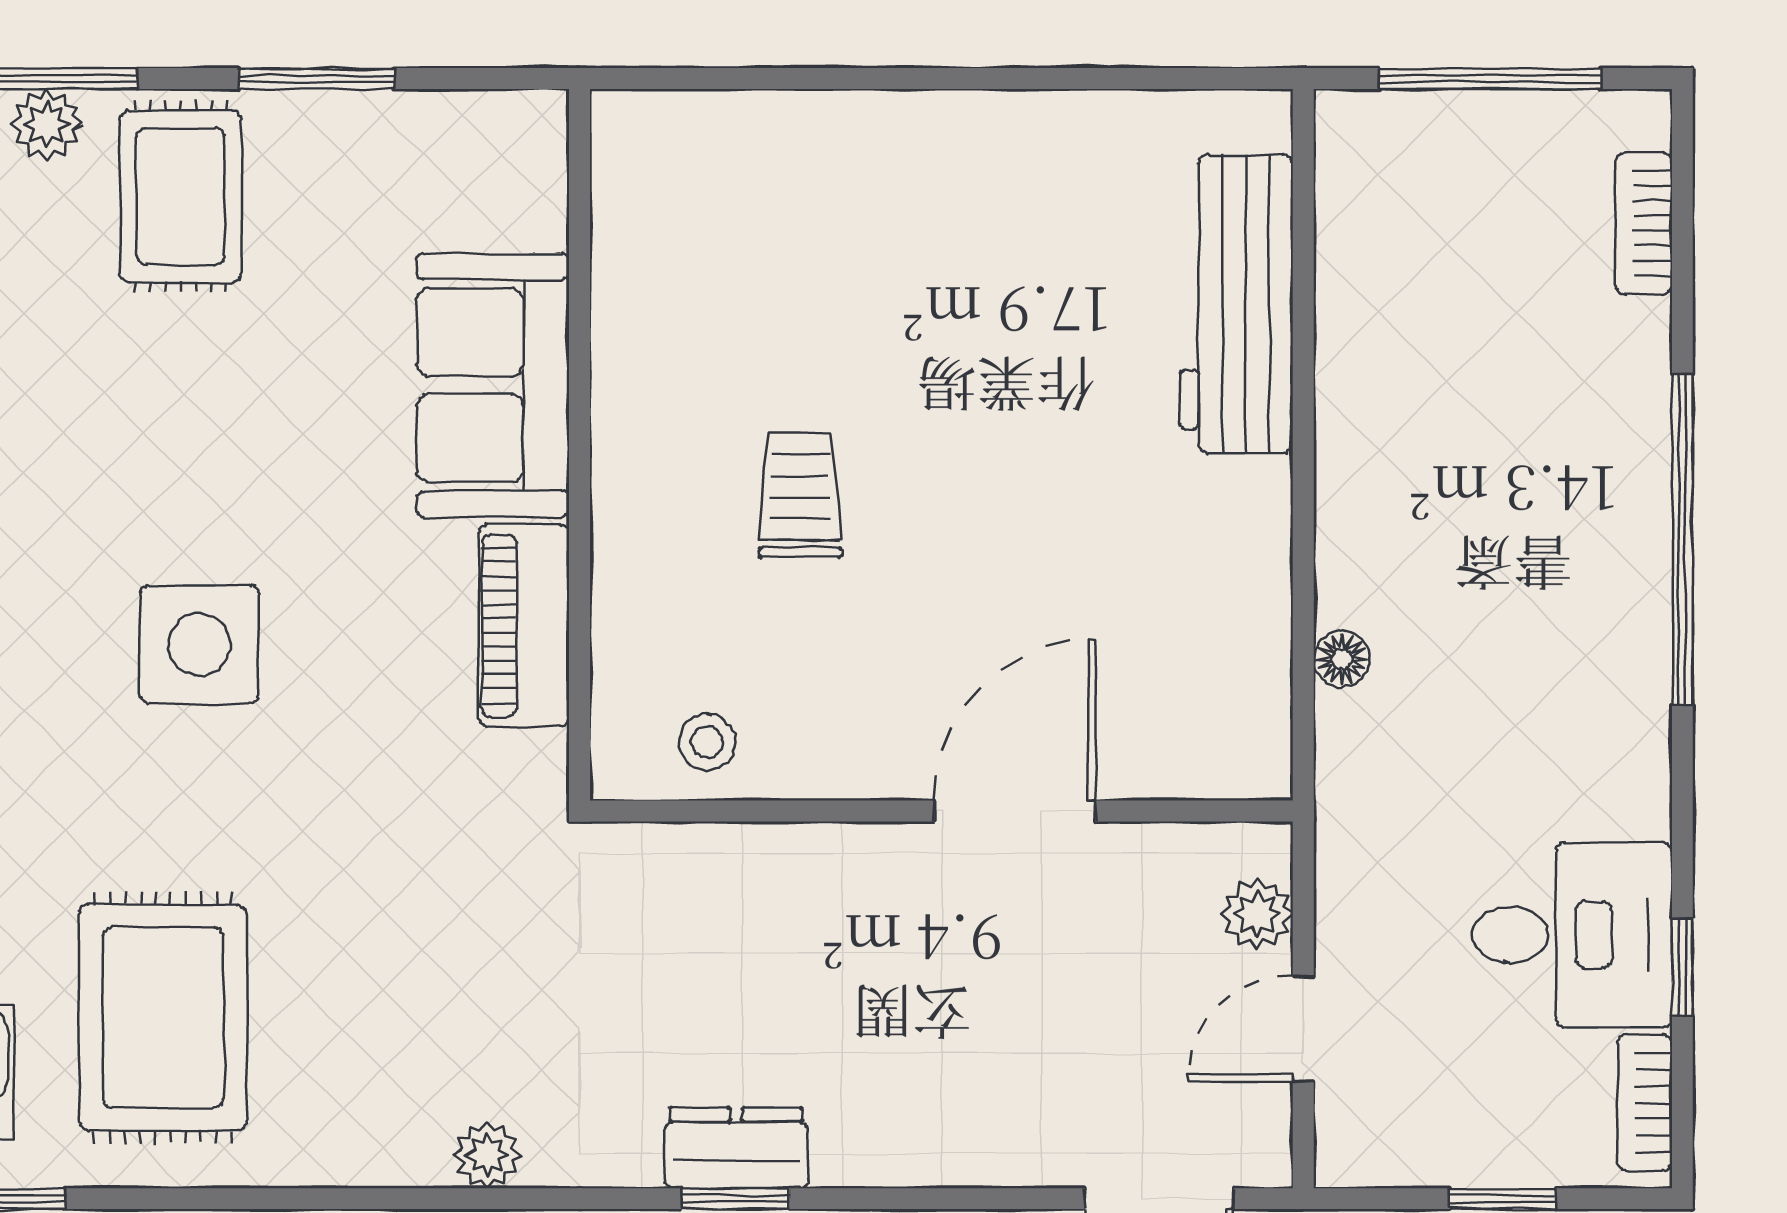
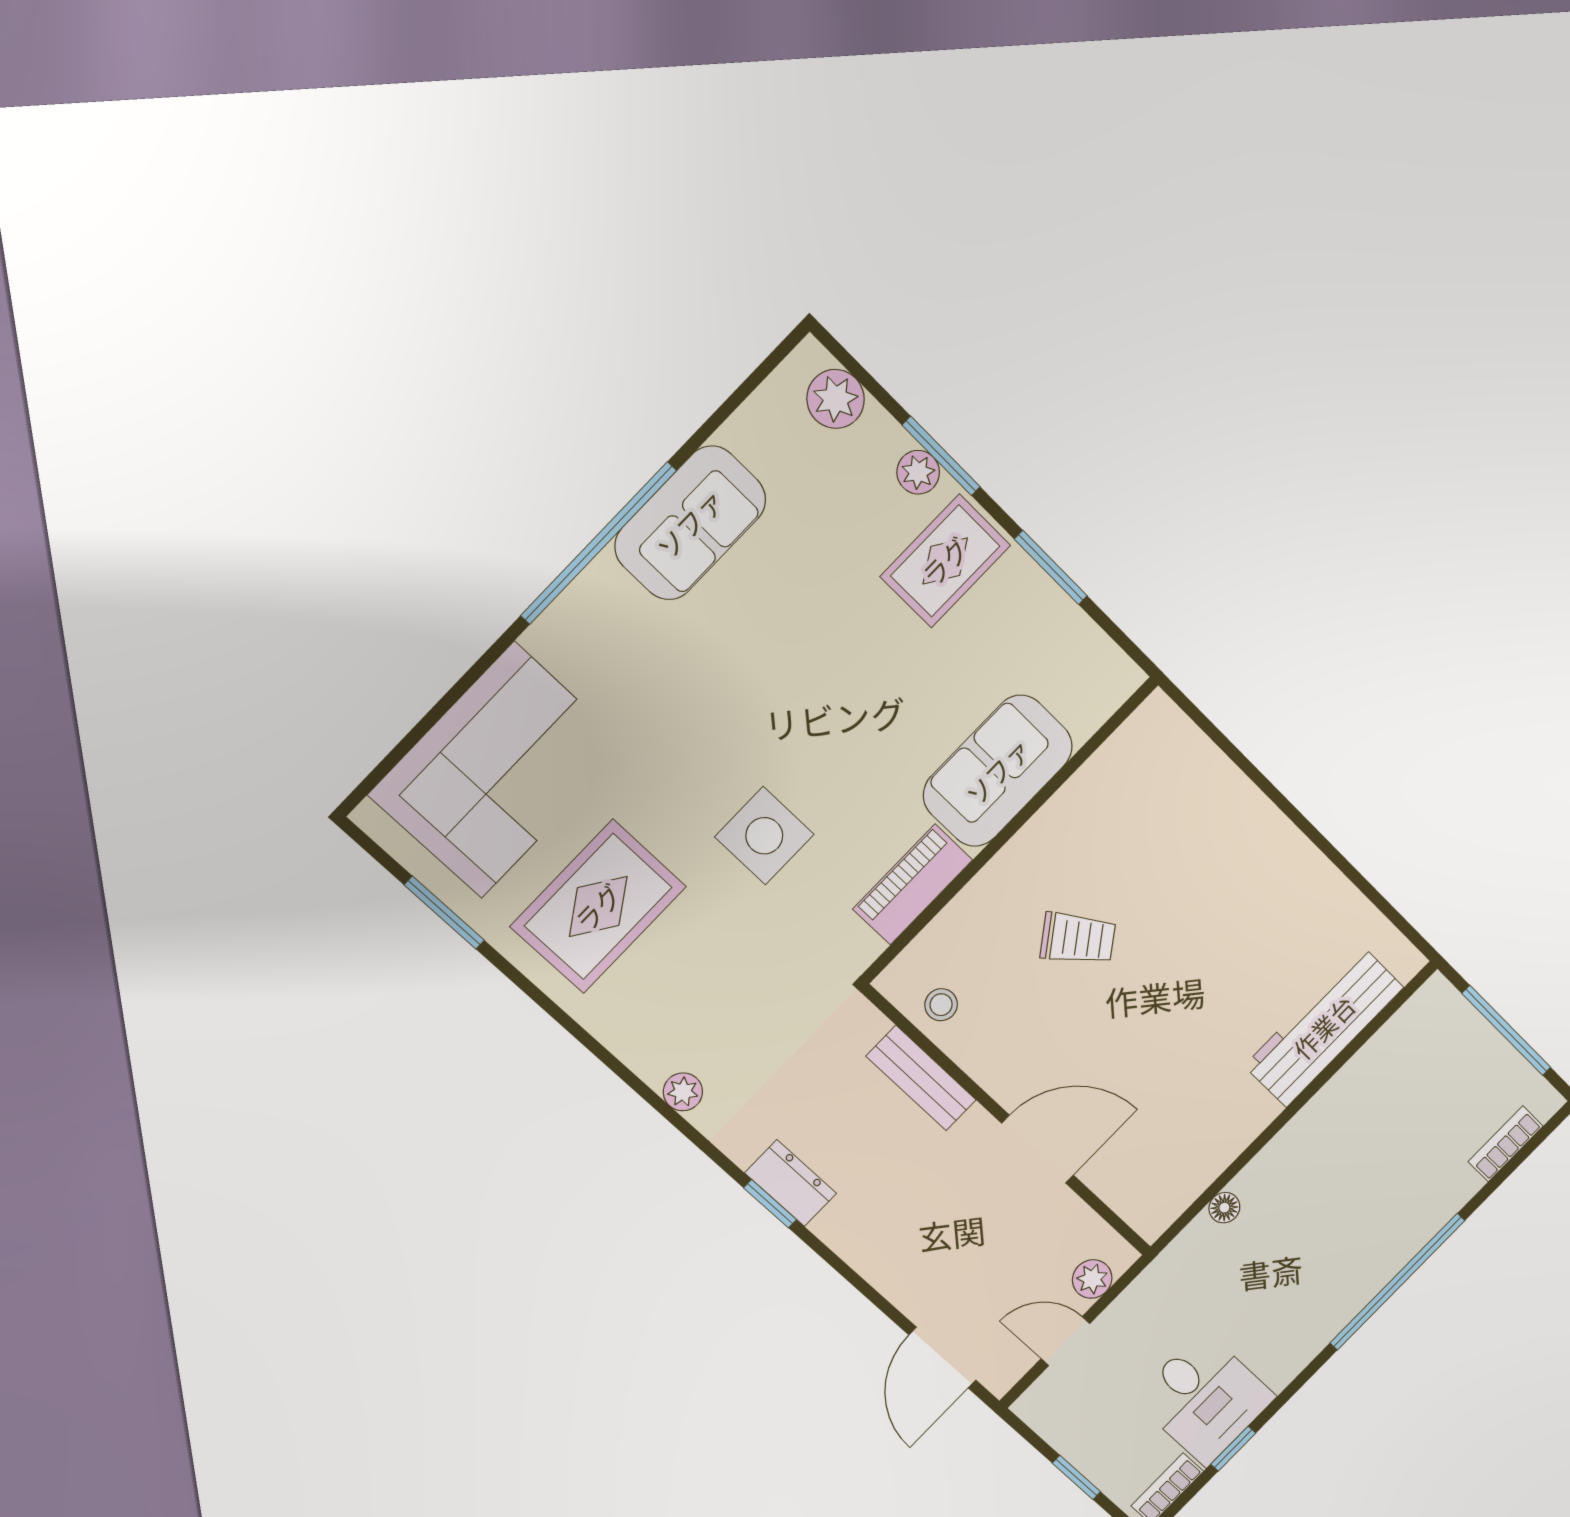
trolley: (800, 495) -> (1078, 938), turned 53
side table: (199, 644) -> (764, 836), moved
bench: (773, 859) -> (921, 1078), added

